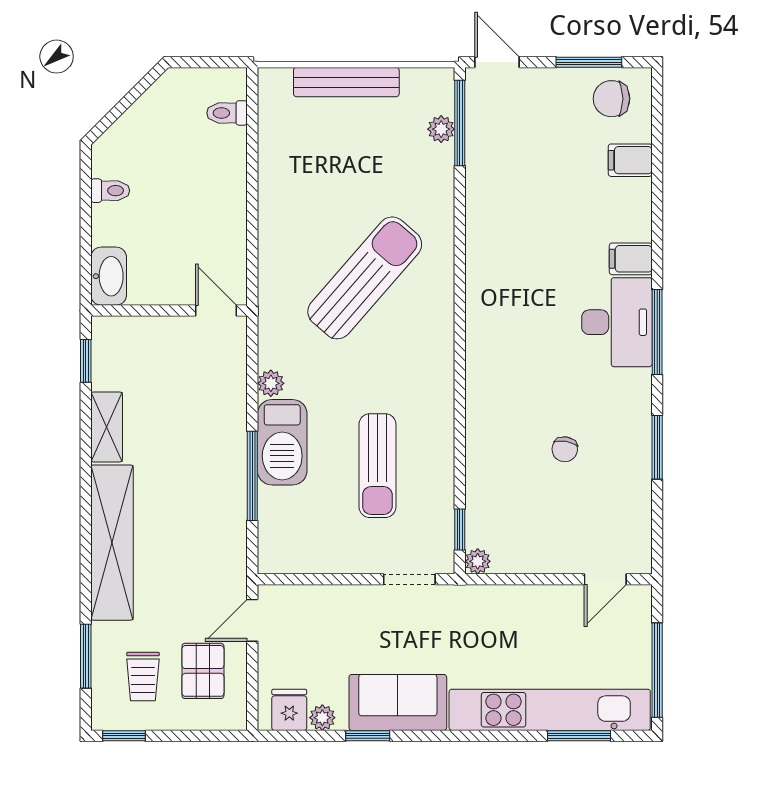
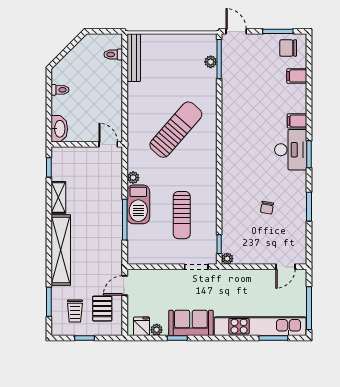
bench: (346, 82) -> (134, 58), moved, turned 90
window: (657, 332) -> (309, 154), width x0.69
window: (124, 736) -> (85, 338), moved

